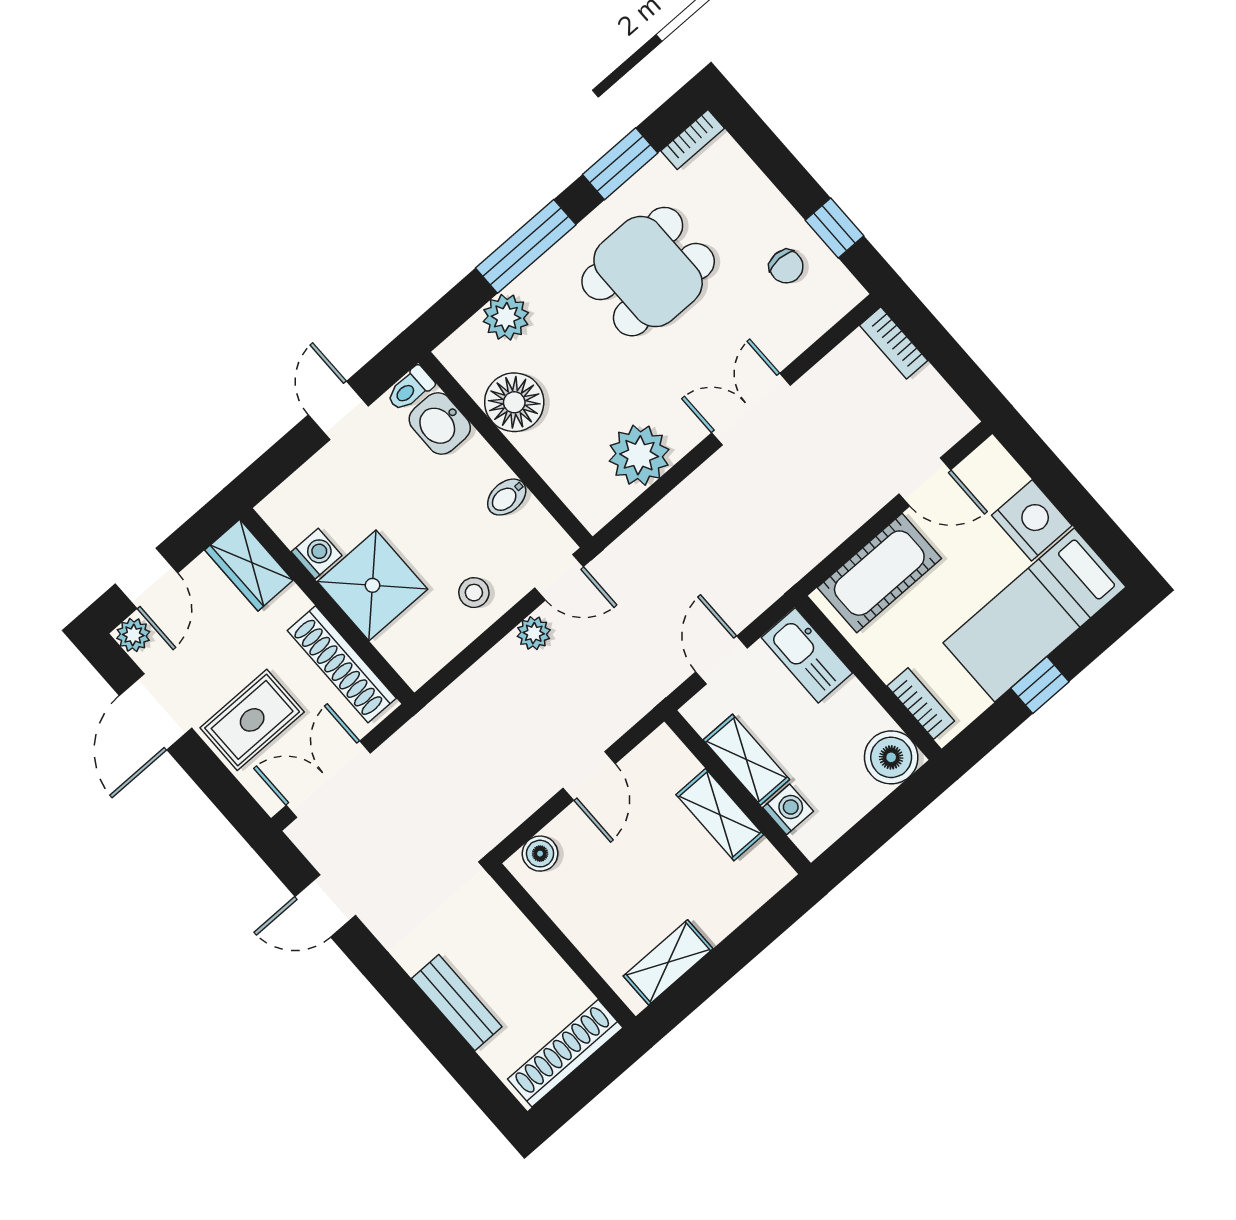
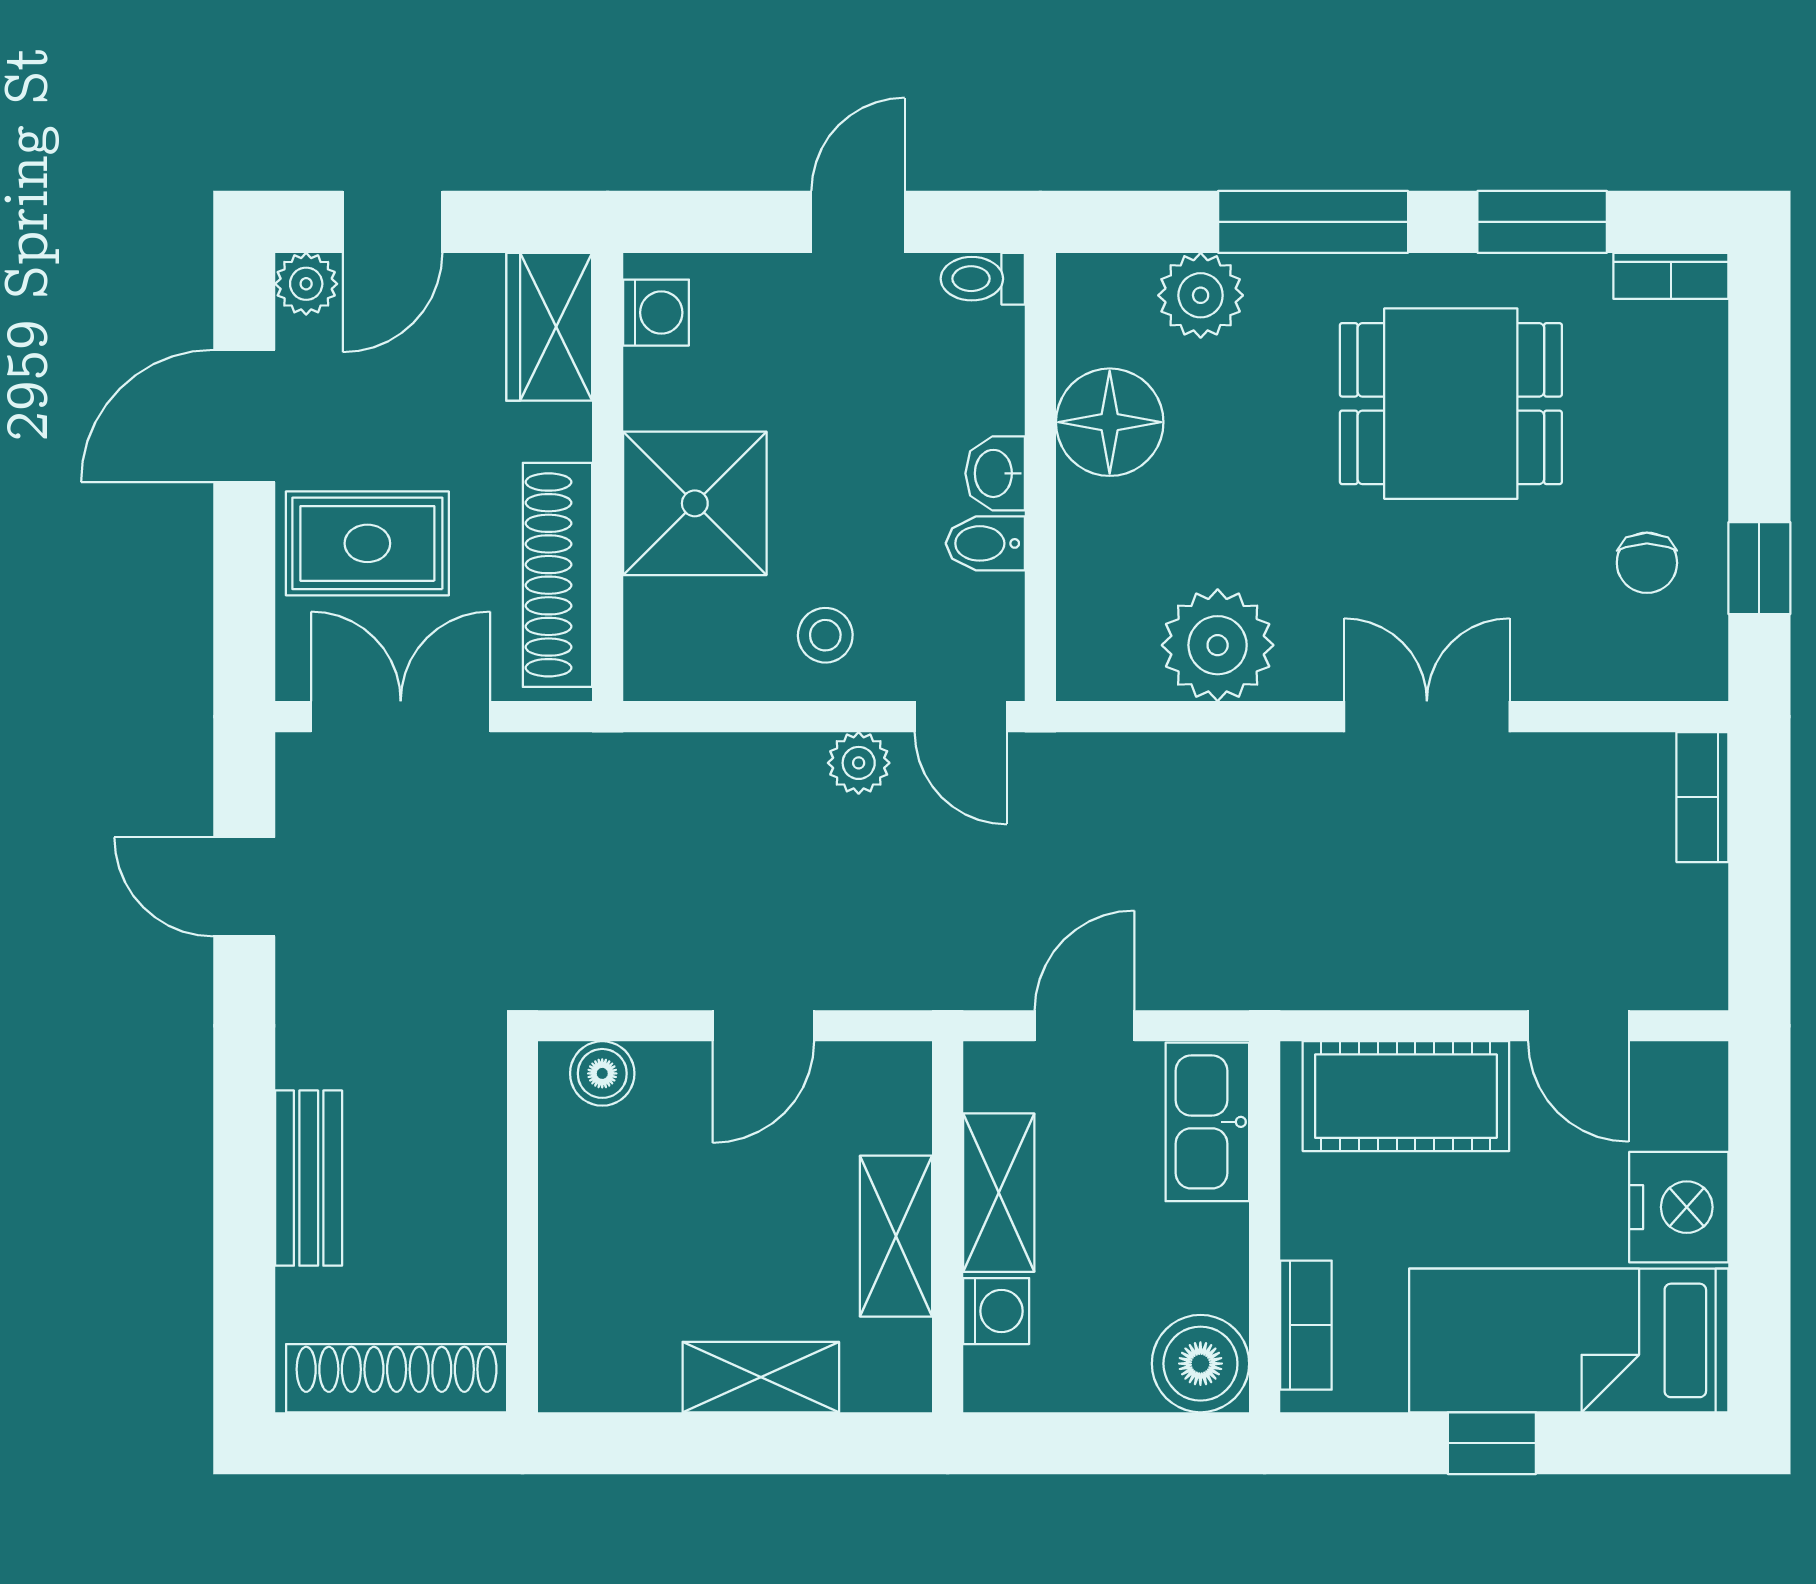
washbasin: (440, 424) -> (995, 473), moved, width x0.72, depth x0.69
washing machine: (317, 554) -> (656, 313), moved
shelving: (668, 962) -> (761, 1377), moved

